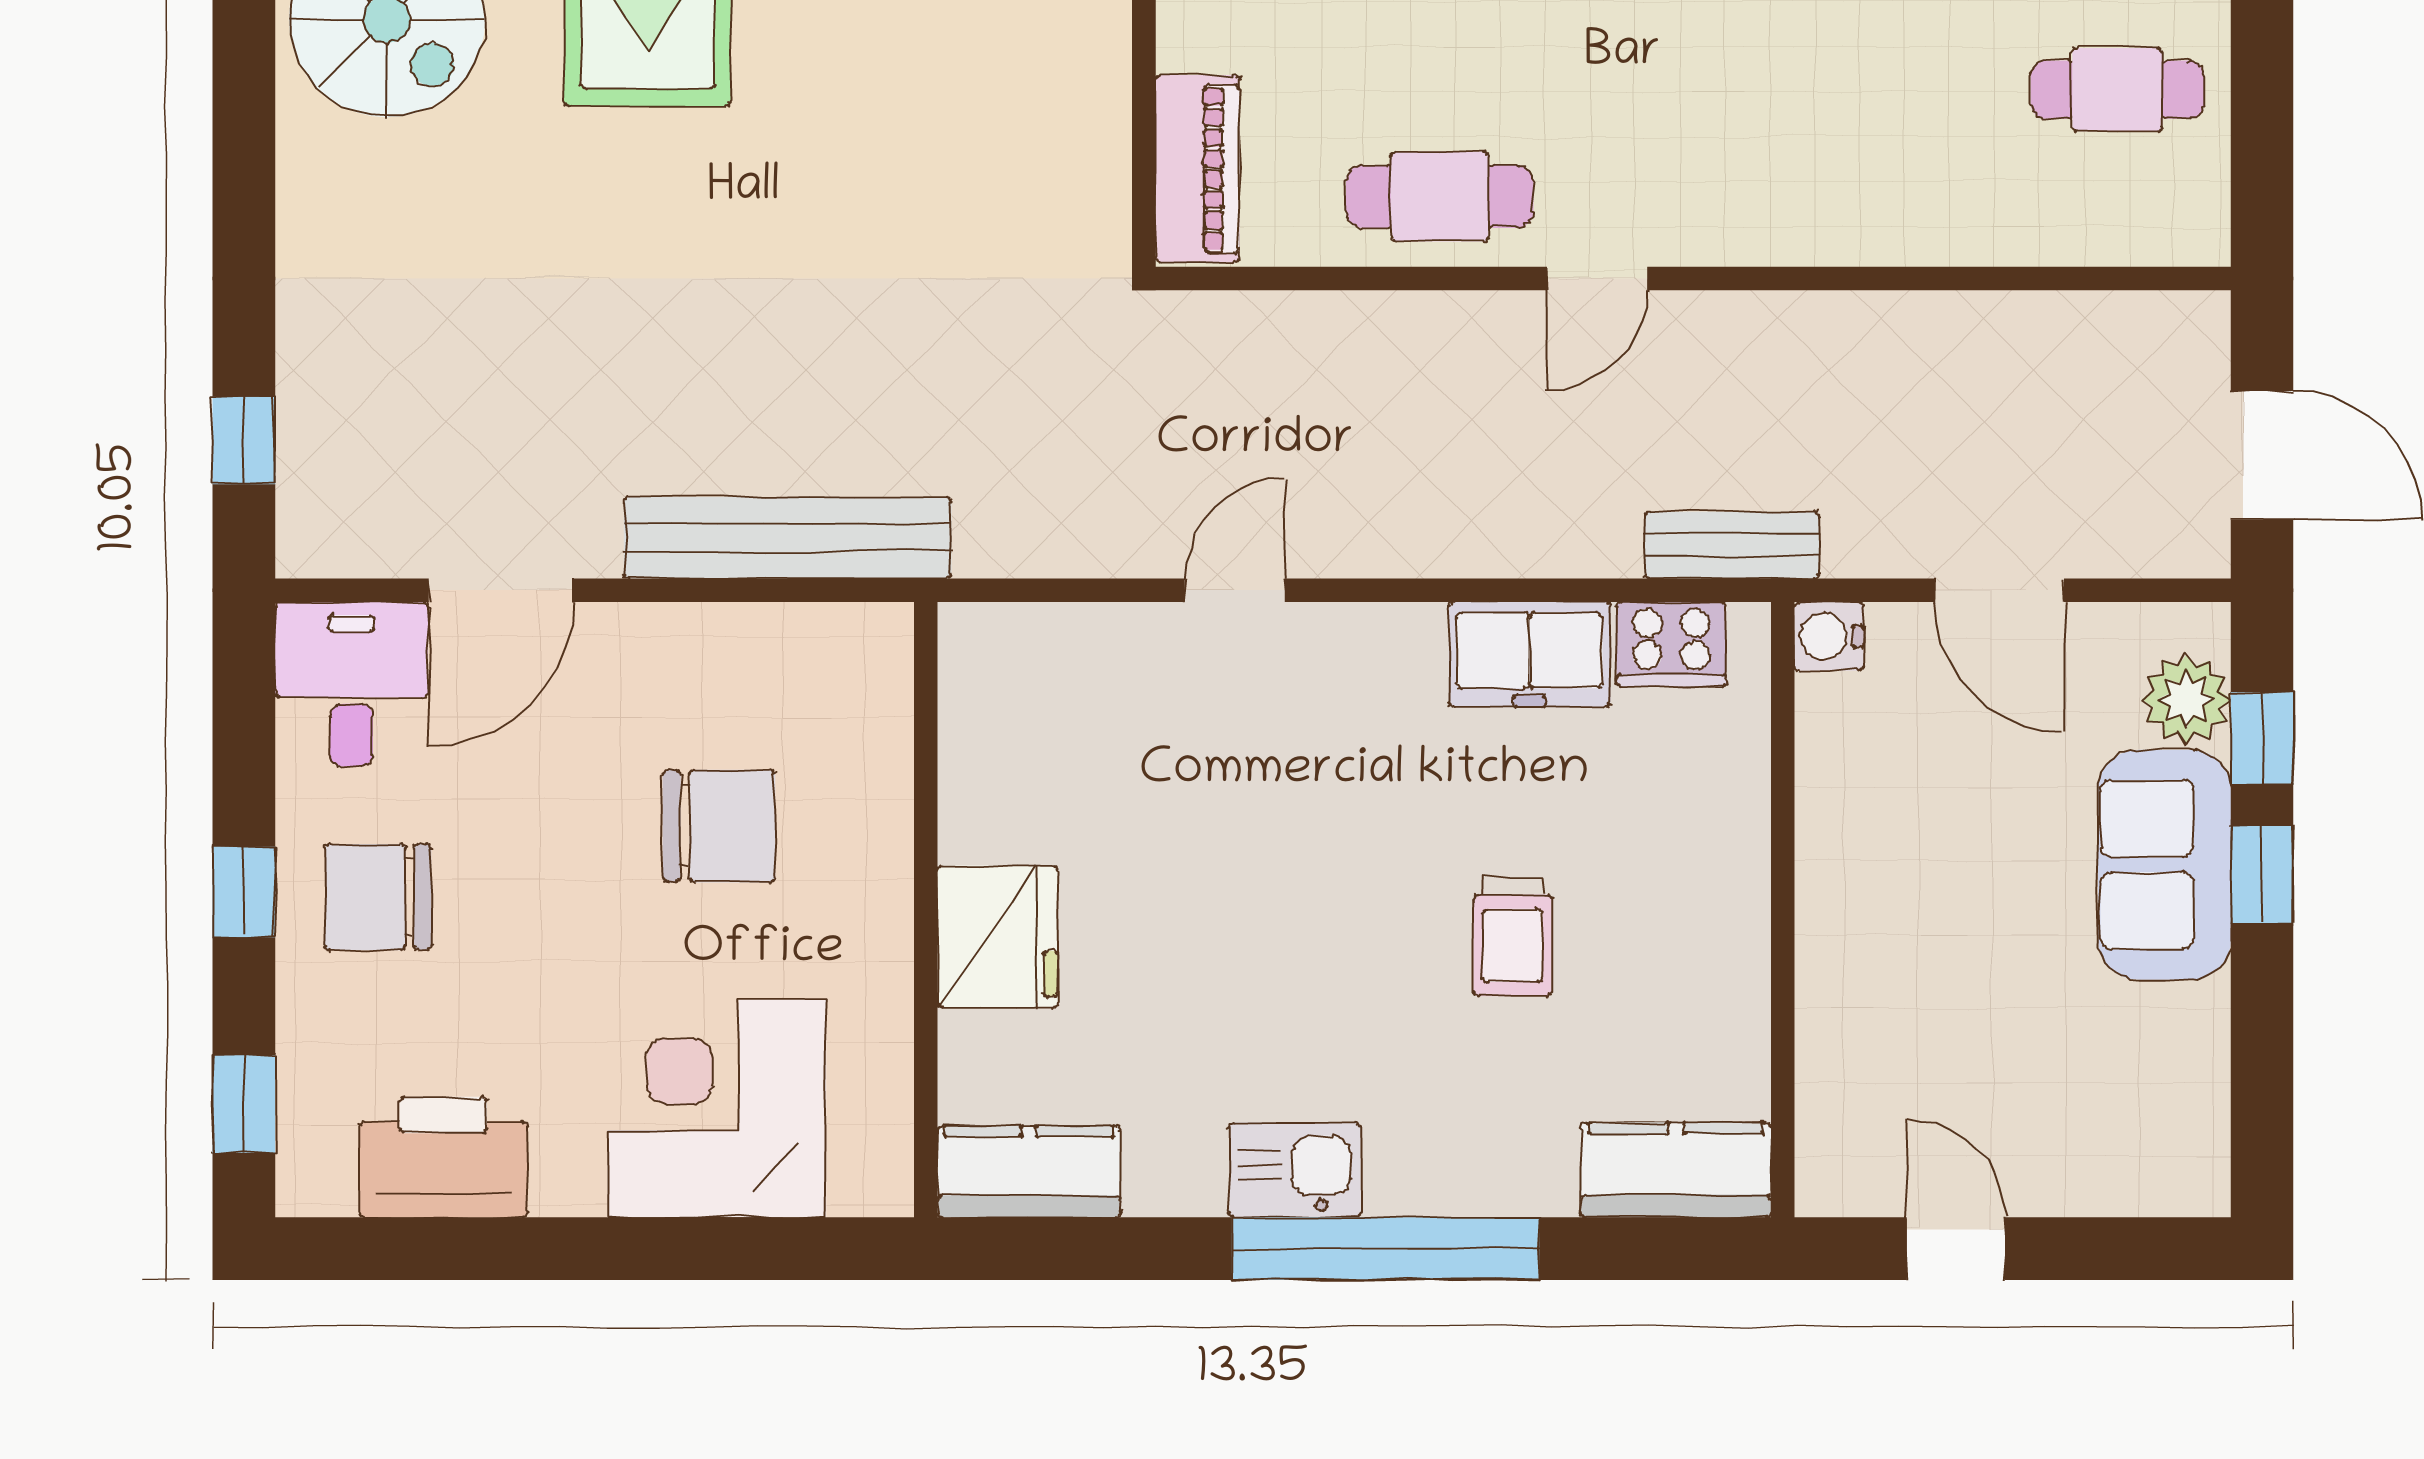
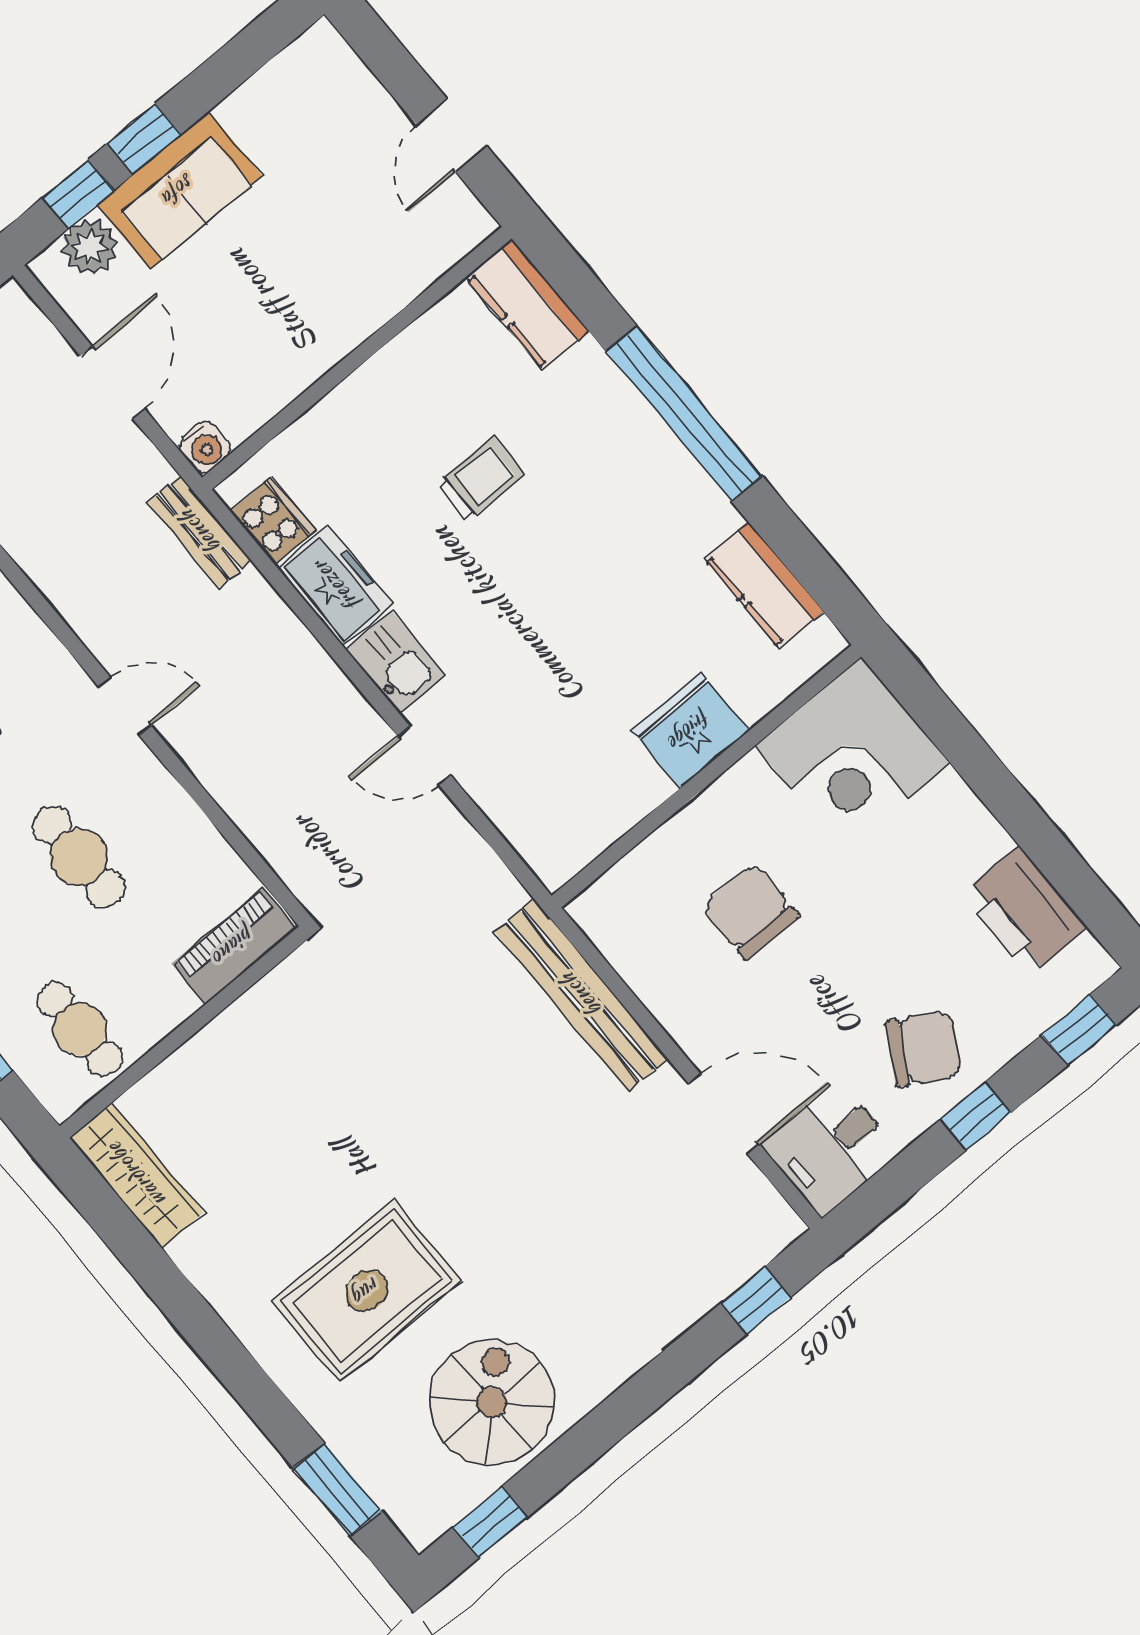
cafe table: (1440, 196) -> (79, 857), moved
chair: (378, 897) -> (924, 1049), turned -60
corner desk: (717, 1108) -> (853, 754), moved
kitchen sink: (1295, 1170) -> (395, 662), moved, turned 180
kitchen counter: (1029, 1172) -> (764, 585), moved

